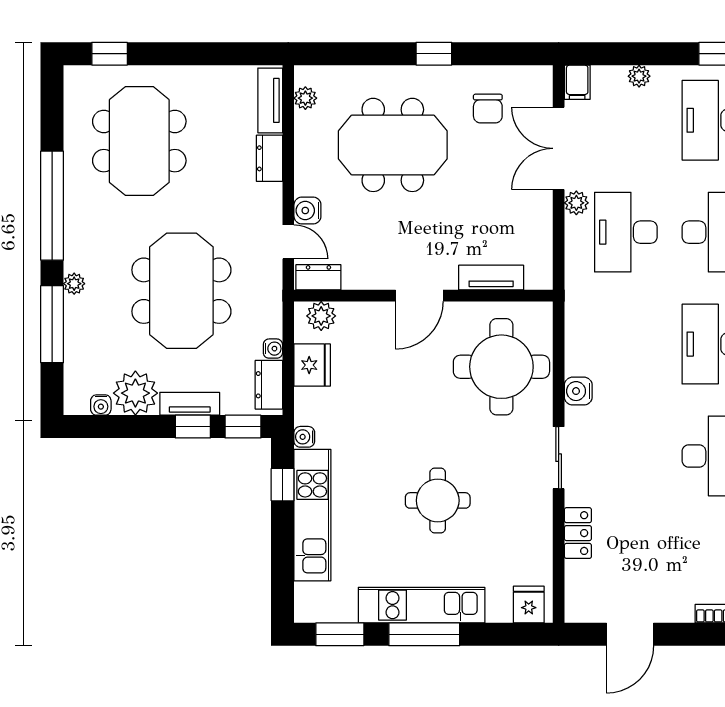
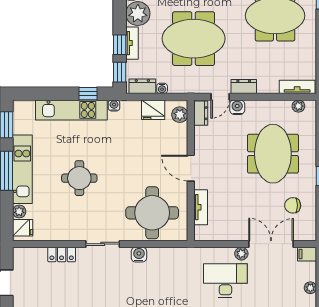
dresser: (270, 158) -> (244, 87), moved
plant: (499, 611) -> (19, 212), added

